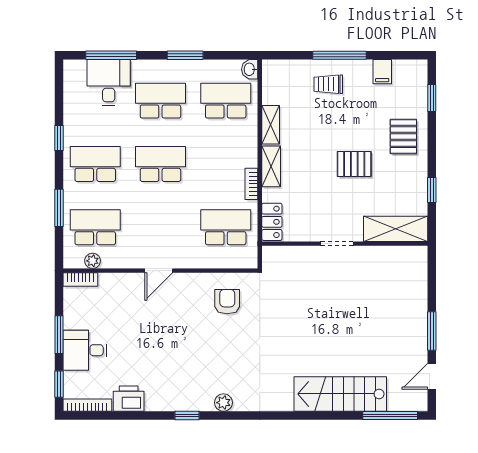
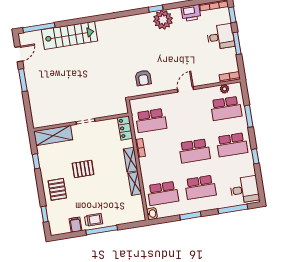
desk: (109, 83) -> (245, 190), moved, turned -90
trolley: (328, 84) -> (94, 220), moved
plant: (223, 403) -> (163, 20), moved, width x1.87, depth x1.87

